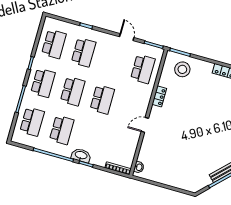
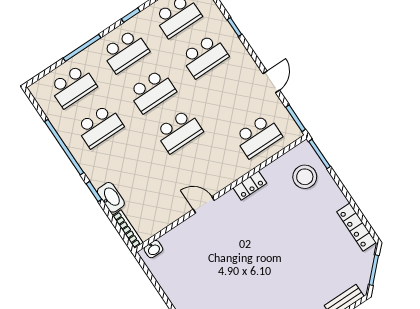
washbasin: (81, 155) -> (111, 197), moved

